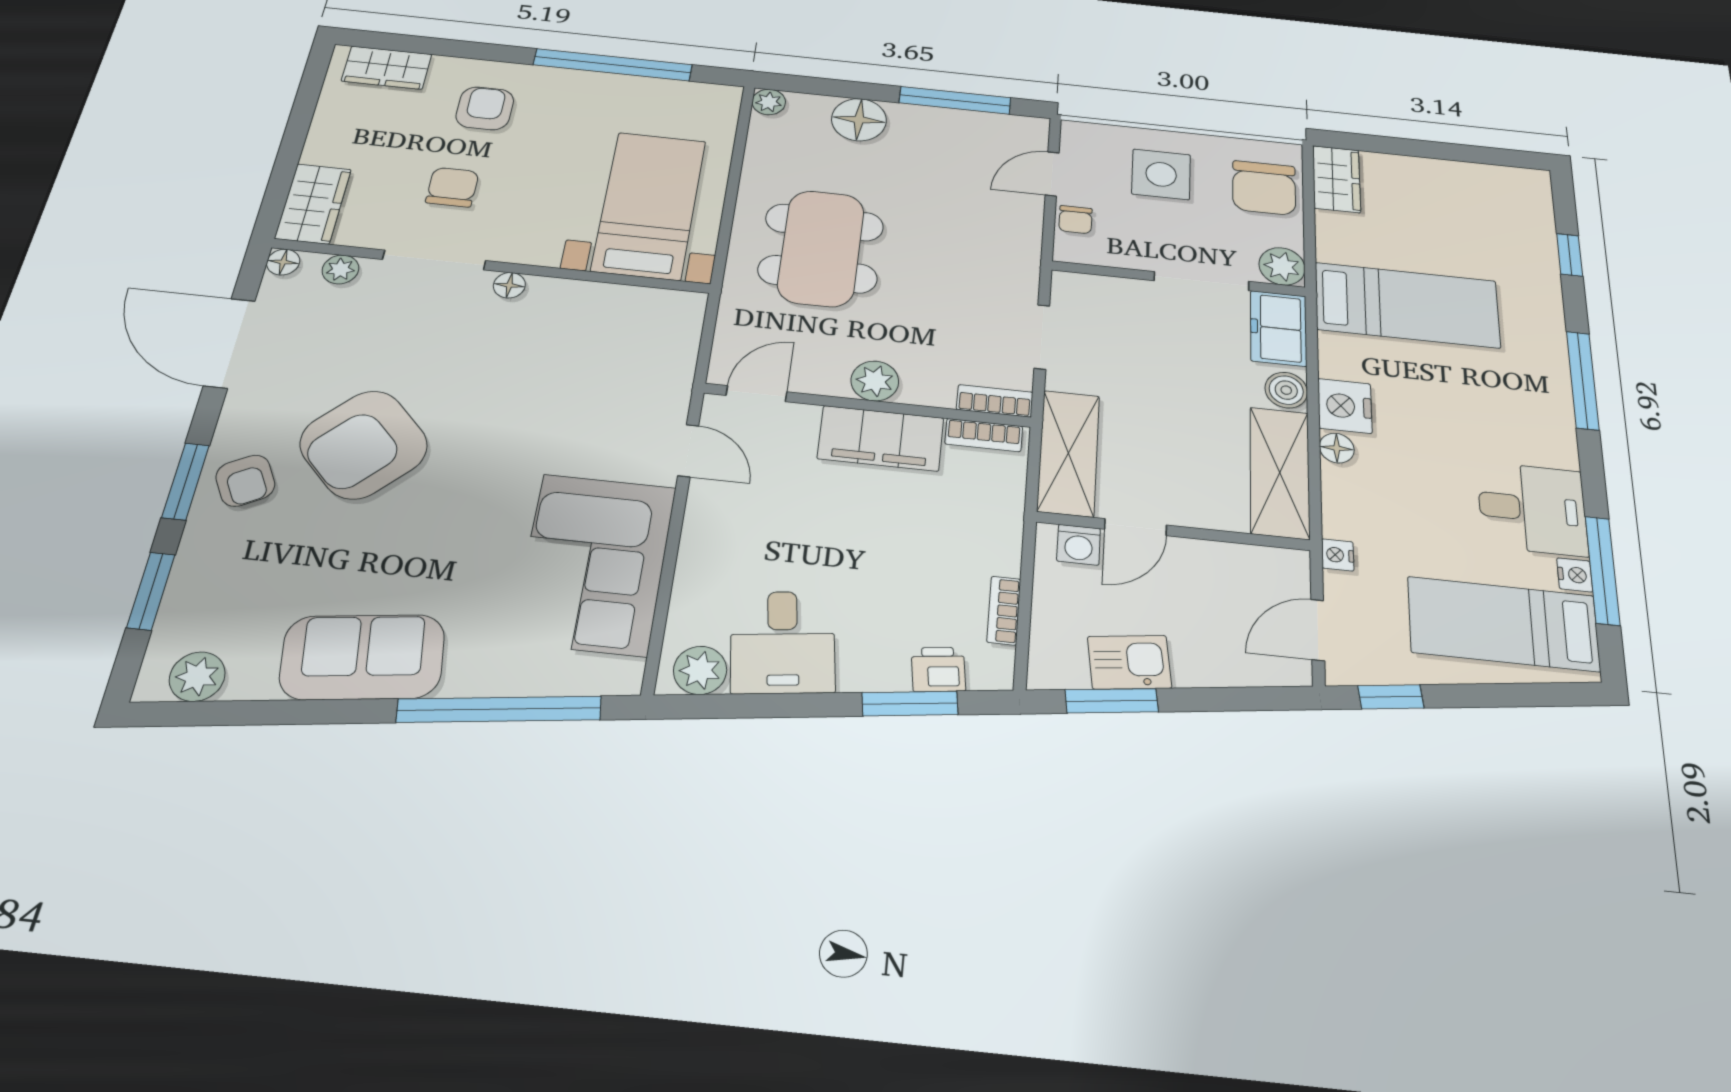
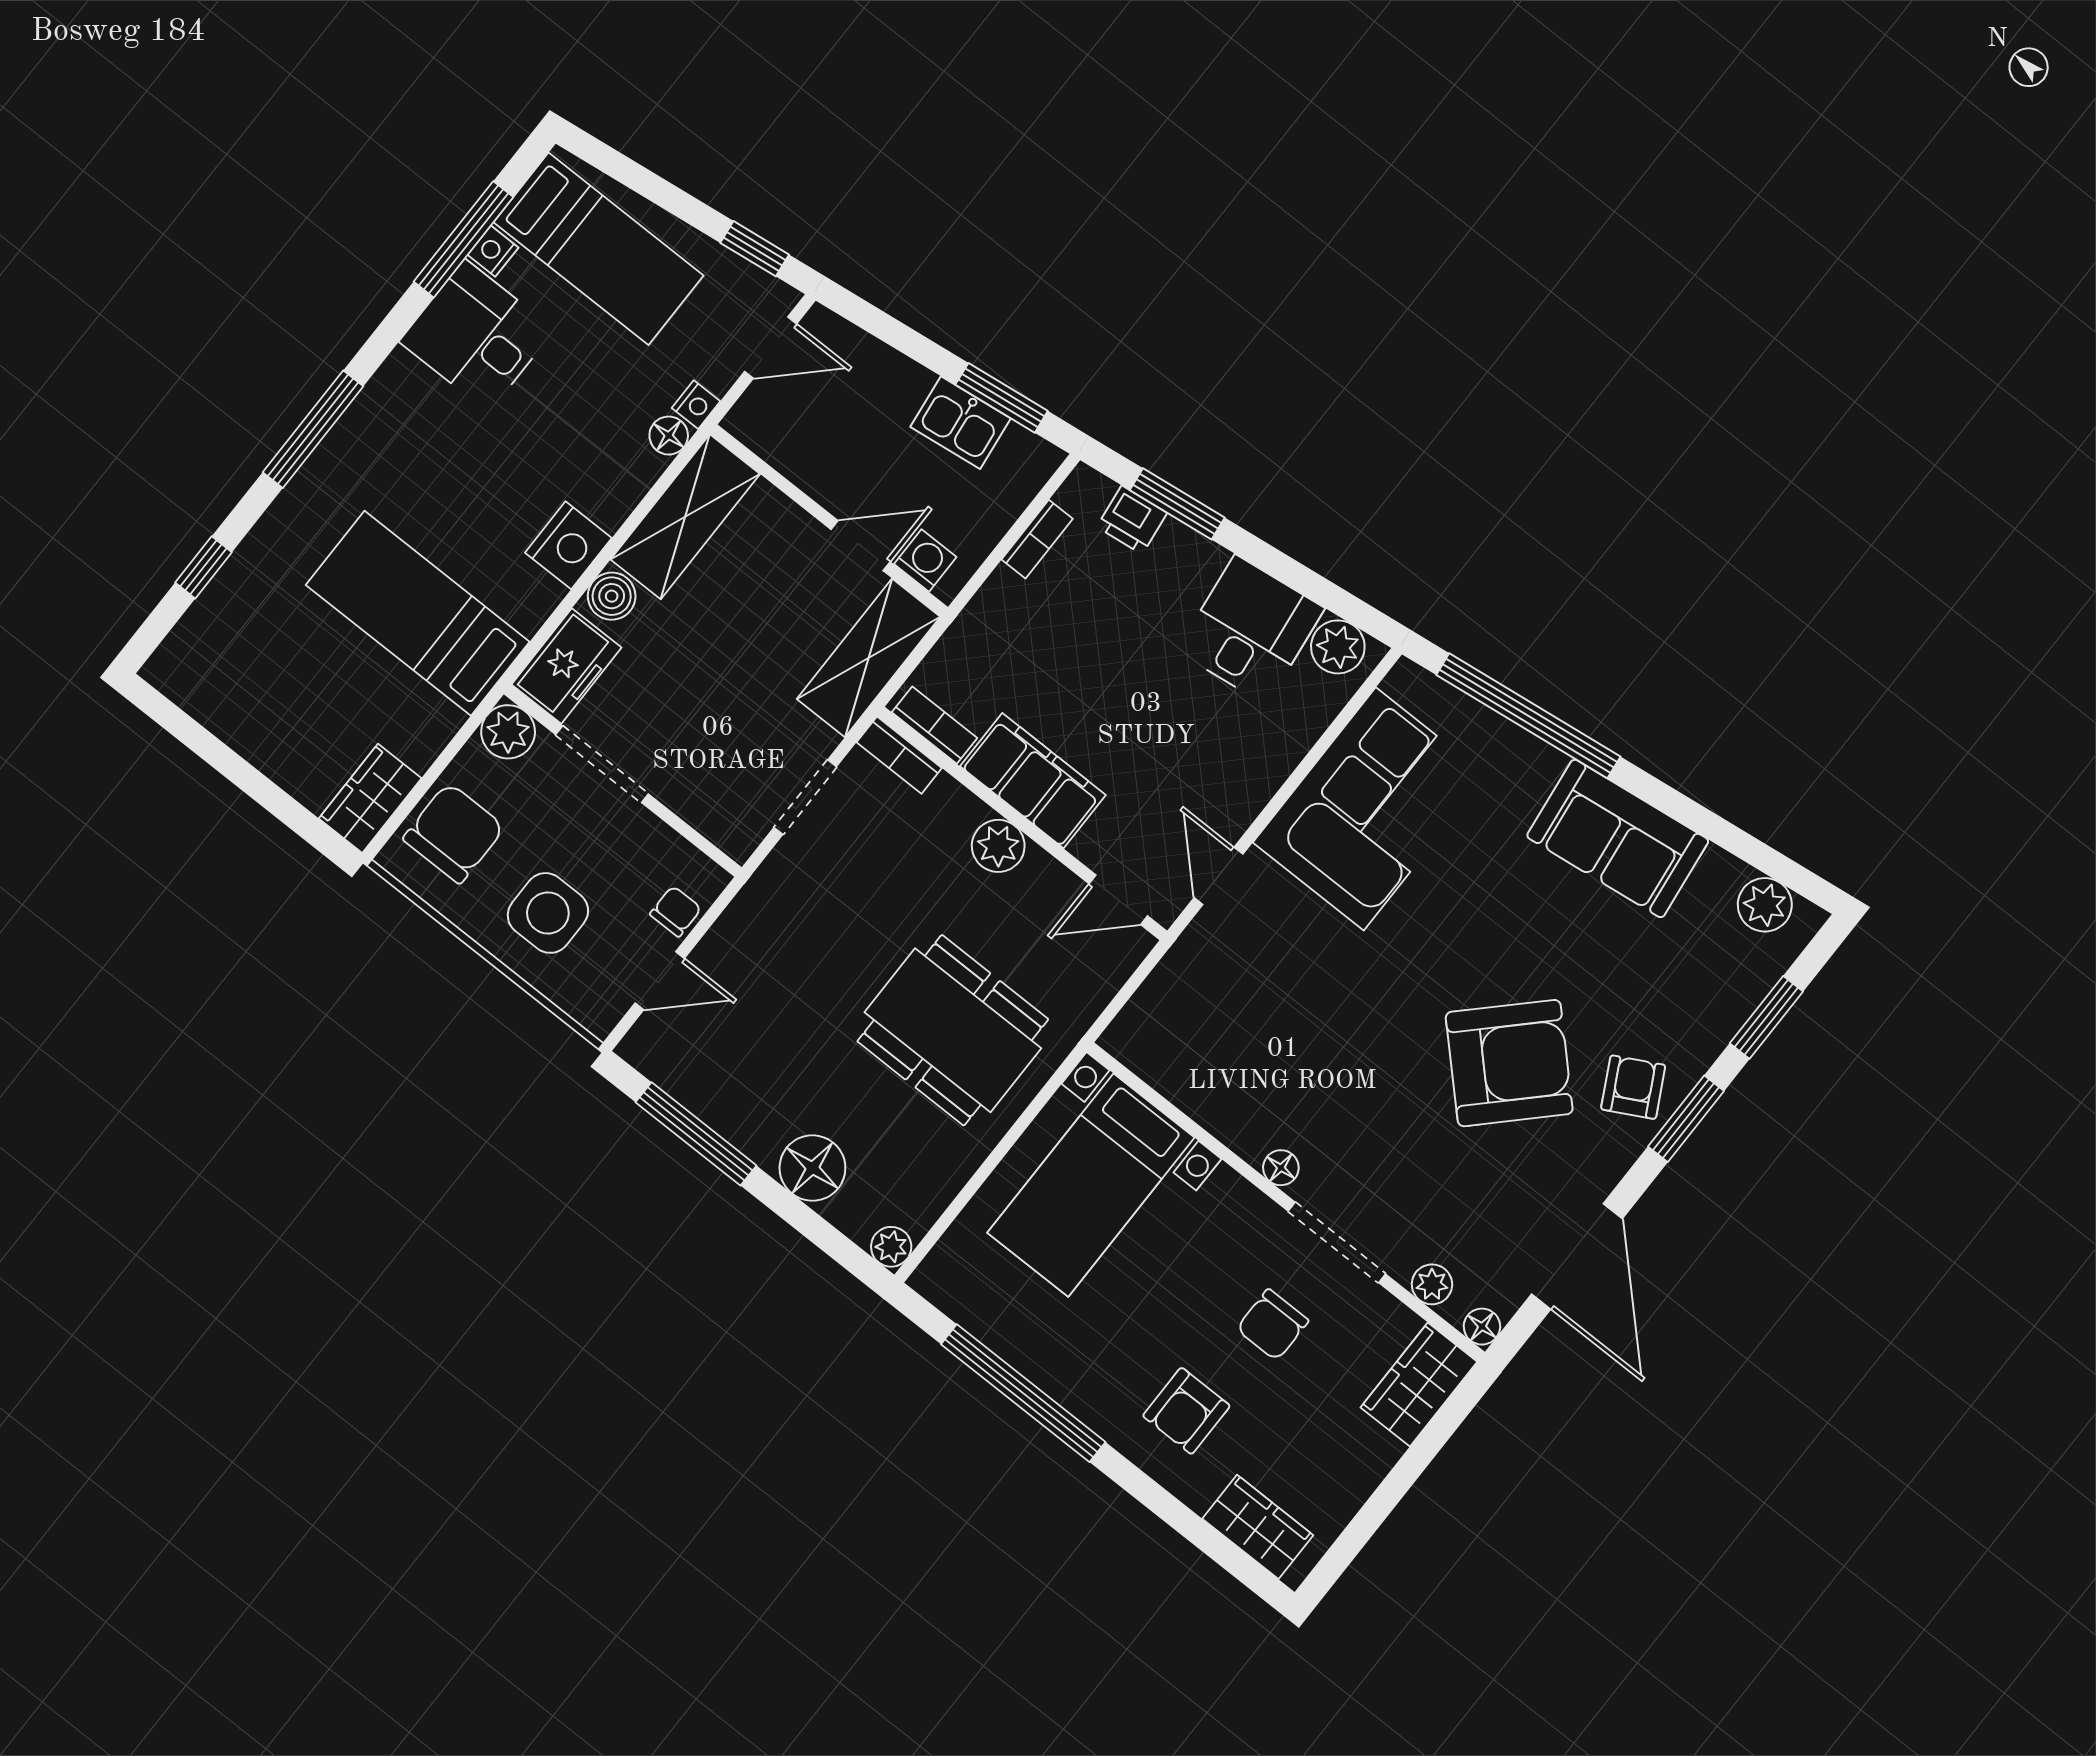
dining table: (821, 248) -> (953, 1030), turned 90
floor lamp: (1337, 448) -> (669, 436), moved

